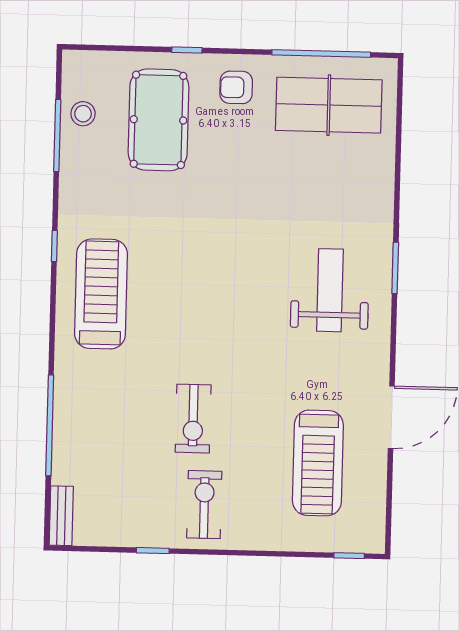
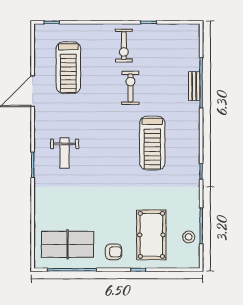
weight bench: (330, 290) -> (65, 153), width x0.73, depth x0.75
treadmill: (101, 294) -> (152, 143), moved
treadmill: (318, 463) -> (68, 68), turned 180
bench: (61, 516) -> (194, 86), moved

